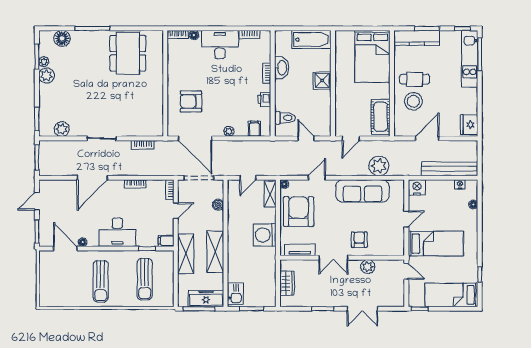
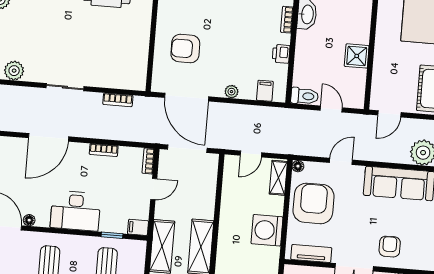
shower: (322, 80) -> (357, 56), moved
toilet: (285, 118) -> (305, 96), moved
boiler: (218, 205) -> (210, 186), removed

